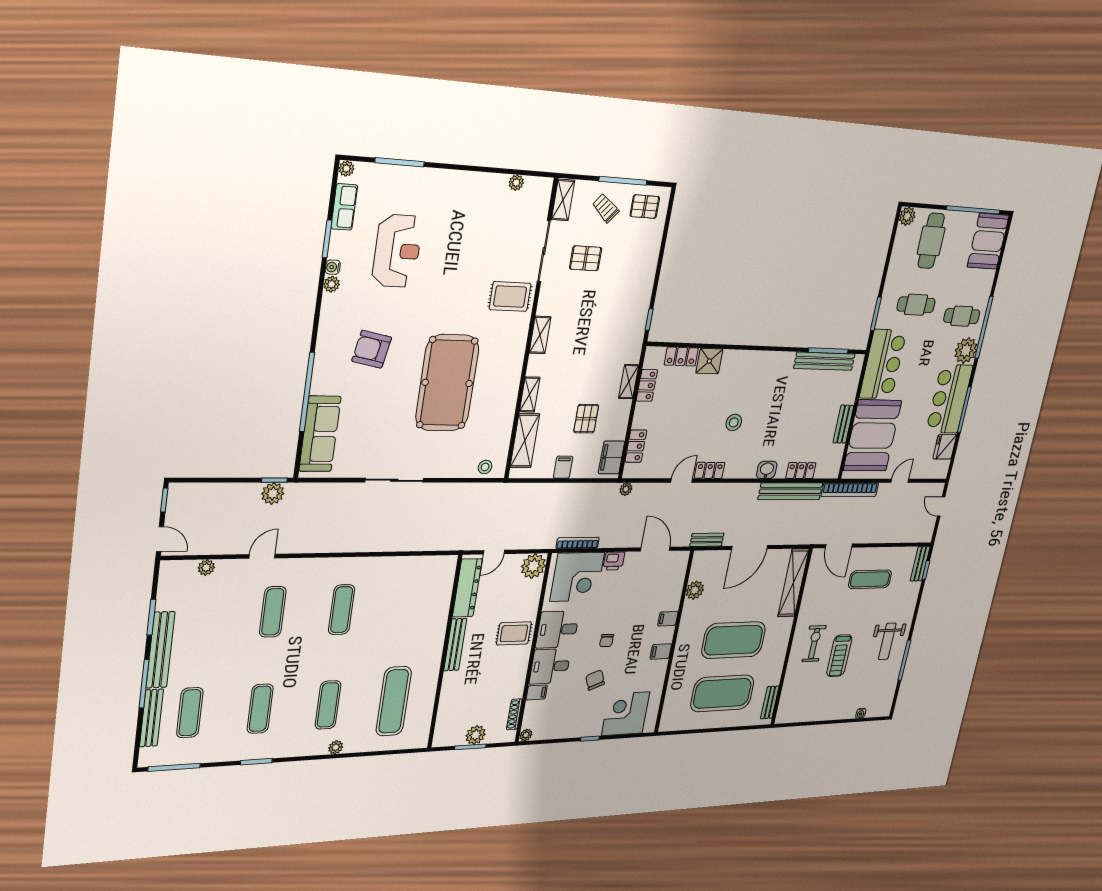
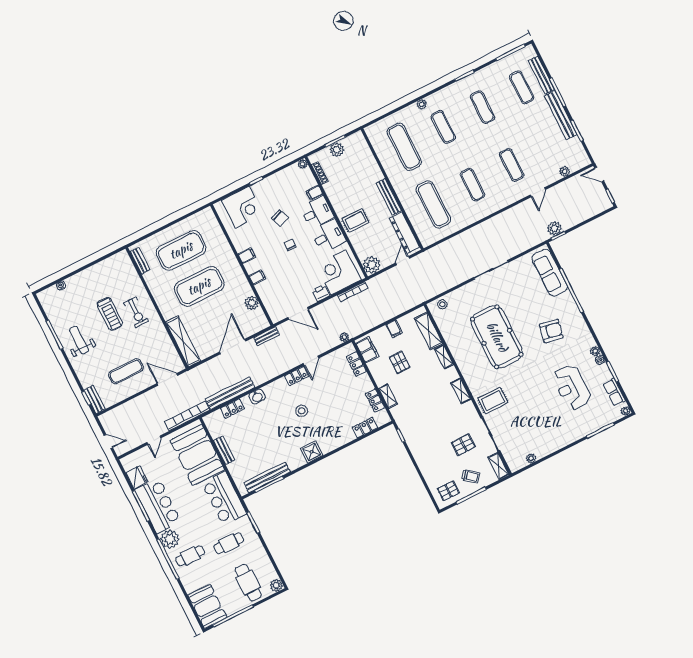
shower: (709, 361) -> (312, 452), moved
exercise mat: (408, 608) -> (433, 204), added
treadmill: (839, 656) -> (110, 314), turned 180

